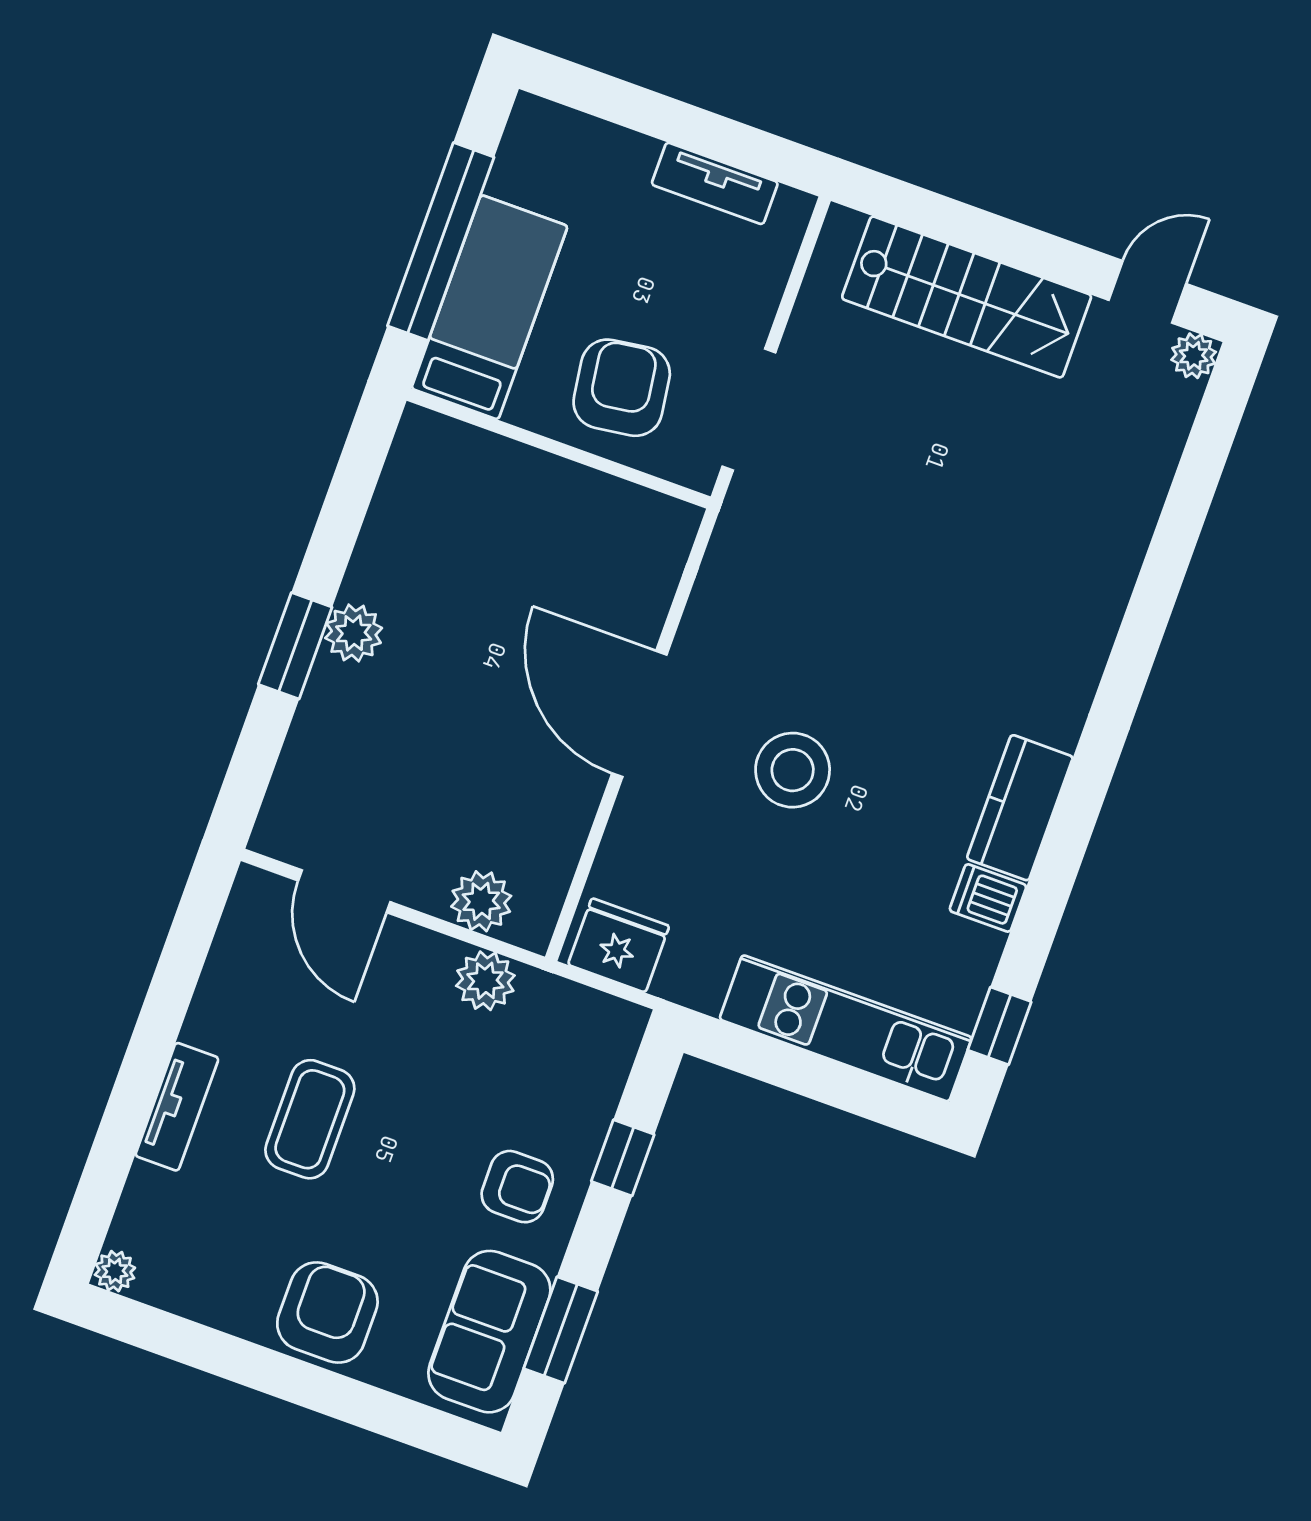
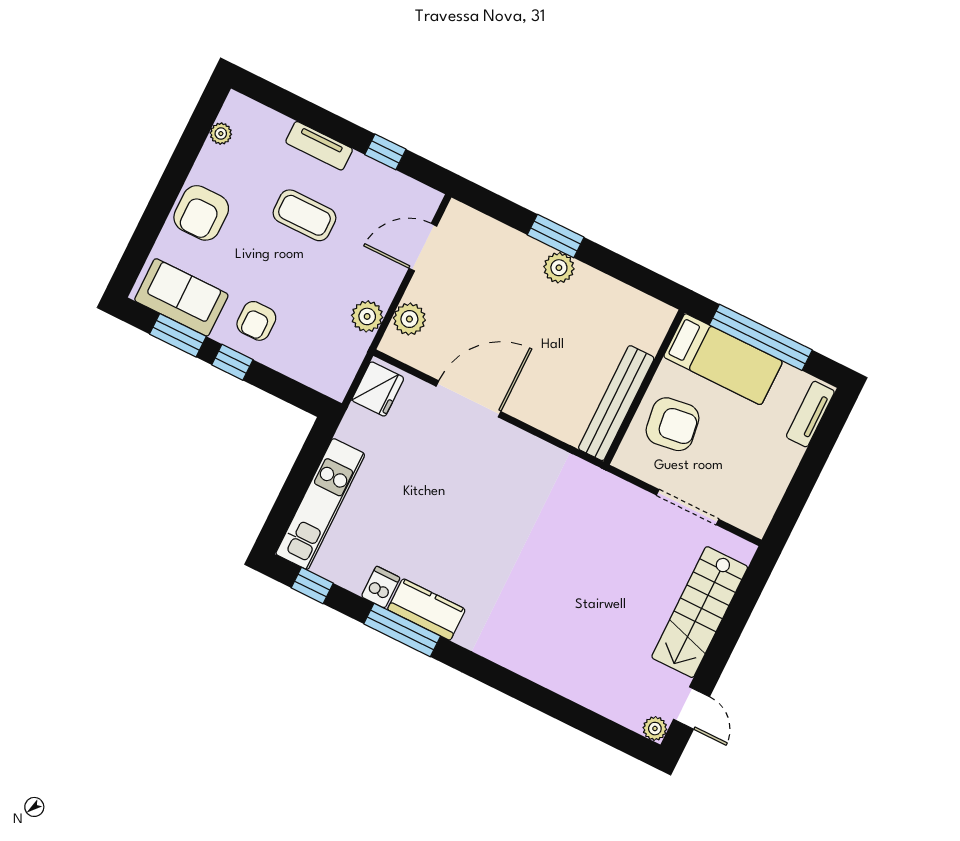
tv unit: (715, 183) -> (810, 414), moved
doorway: (749, 409) -> (688, 507), moved
bench: (594, 497) -> (616, 403), added
door: (639, 714) -> (469, 399), moved
stool: (793, 770) -> (460, 492), removed
window: (1063, 849) -> (402, 630), added
window: (174, 982) -> (385, 152), added
window: (623, 1158) -> (232, 362), moved
plant: (115, 1271) -> (221, 134), moved
armchair: (327, 1313) -> (201, 213), turned 90

